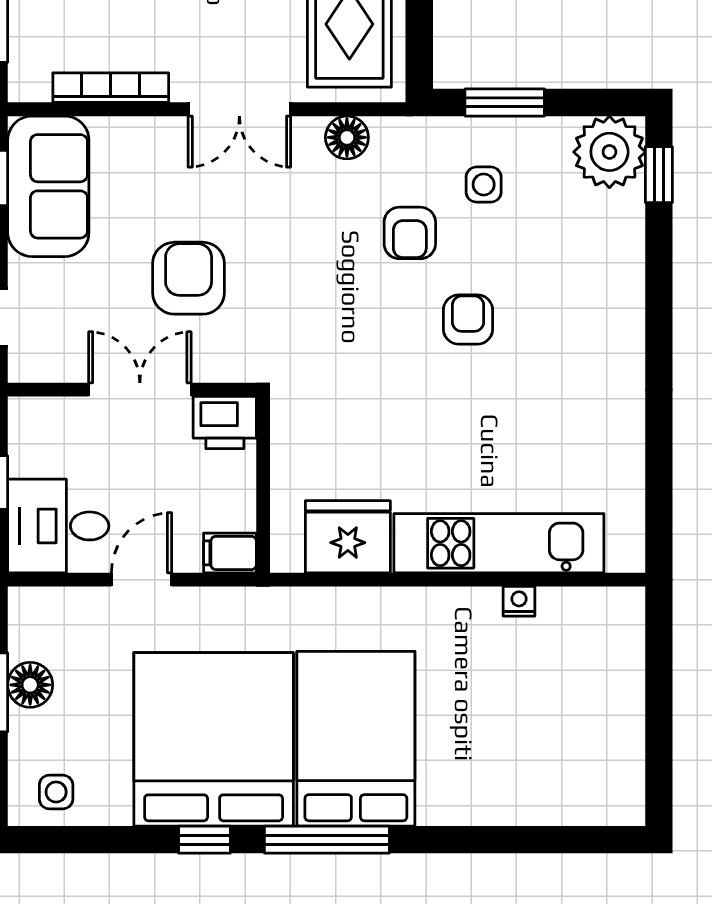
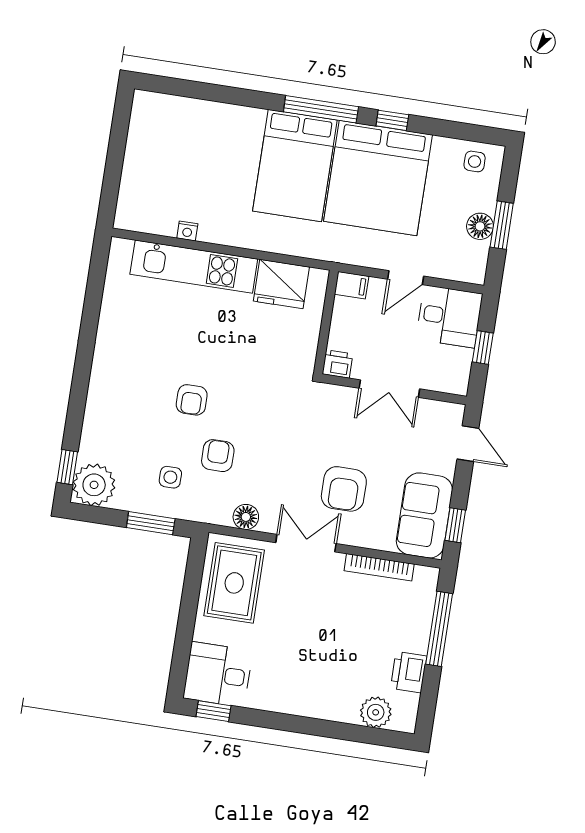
armchair: (189, 278) -> (344, 489), moved
printer: (225, 423) -> (337, 364), width x0.73, depth x0.81

